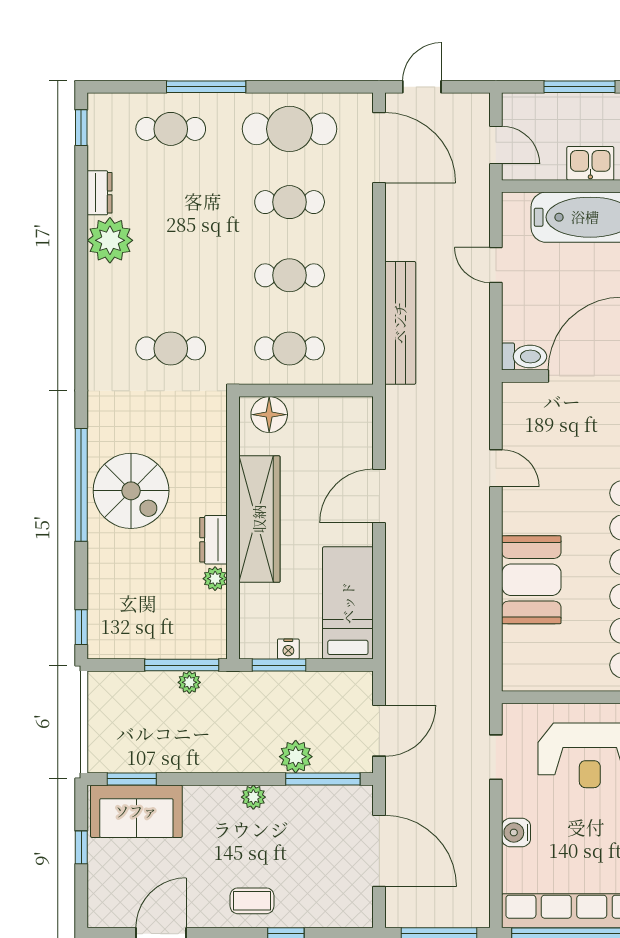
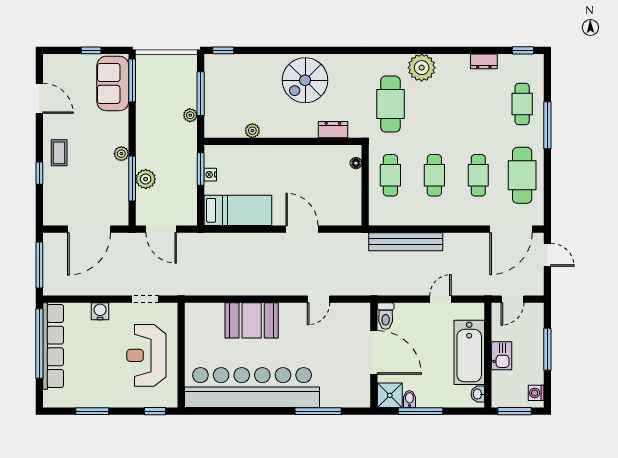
plant: (110, 240) -> (422, 68), moved
cafe table: (171, 348) -> (390, 104), width x1.37, depth x1.35
floor lamp: (269, 415) -> (356, 163), width x0.53, depth x0.53
window: (81, 485) -> (309, 50), removed
wardrobe: (259, 519) -> (288, 157), removed
dresser: (213, 540) -> (333, 130), moved
window: (182, 665) -> (201, 94), moved
window: (132, 779) -> (132, 81), width x1.44
window: (323, 779) -> (132, 179), moved

